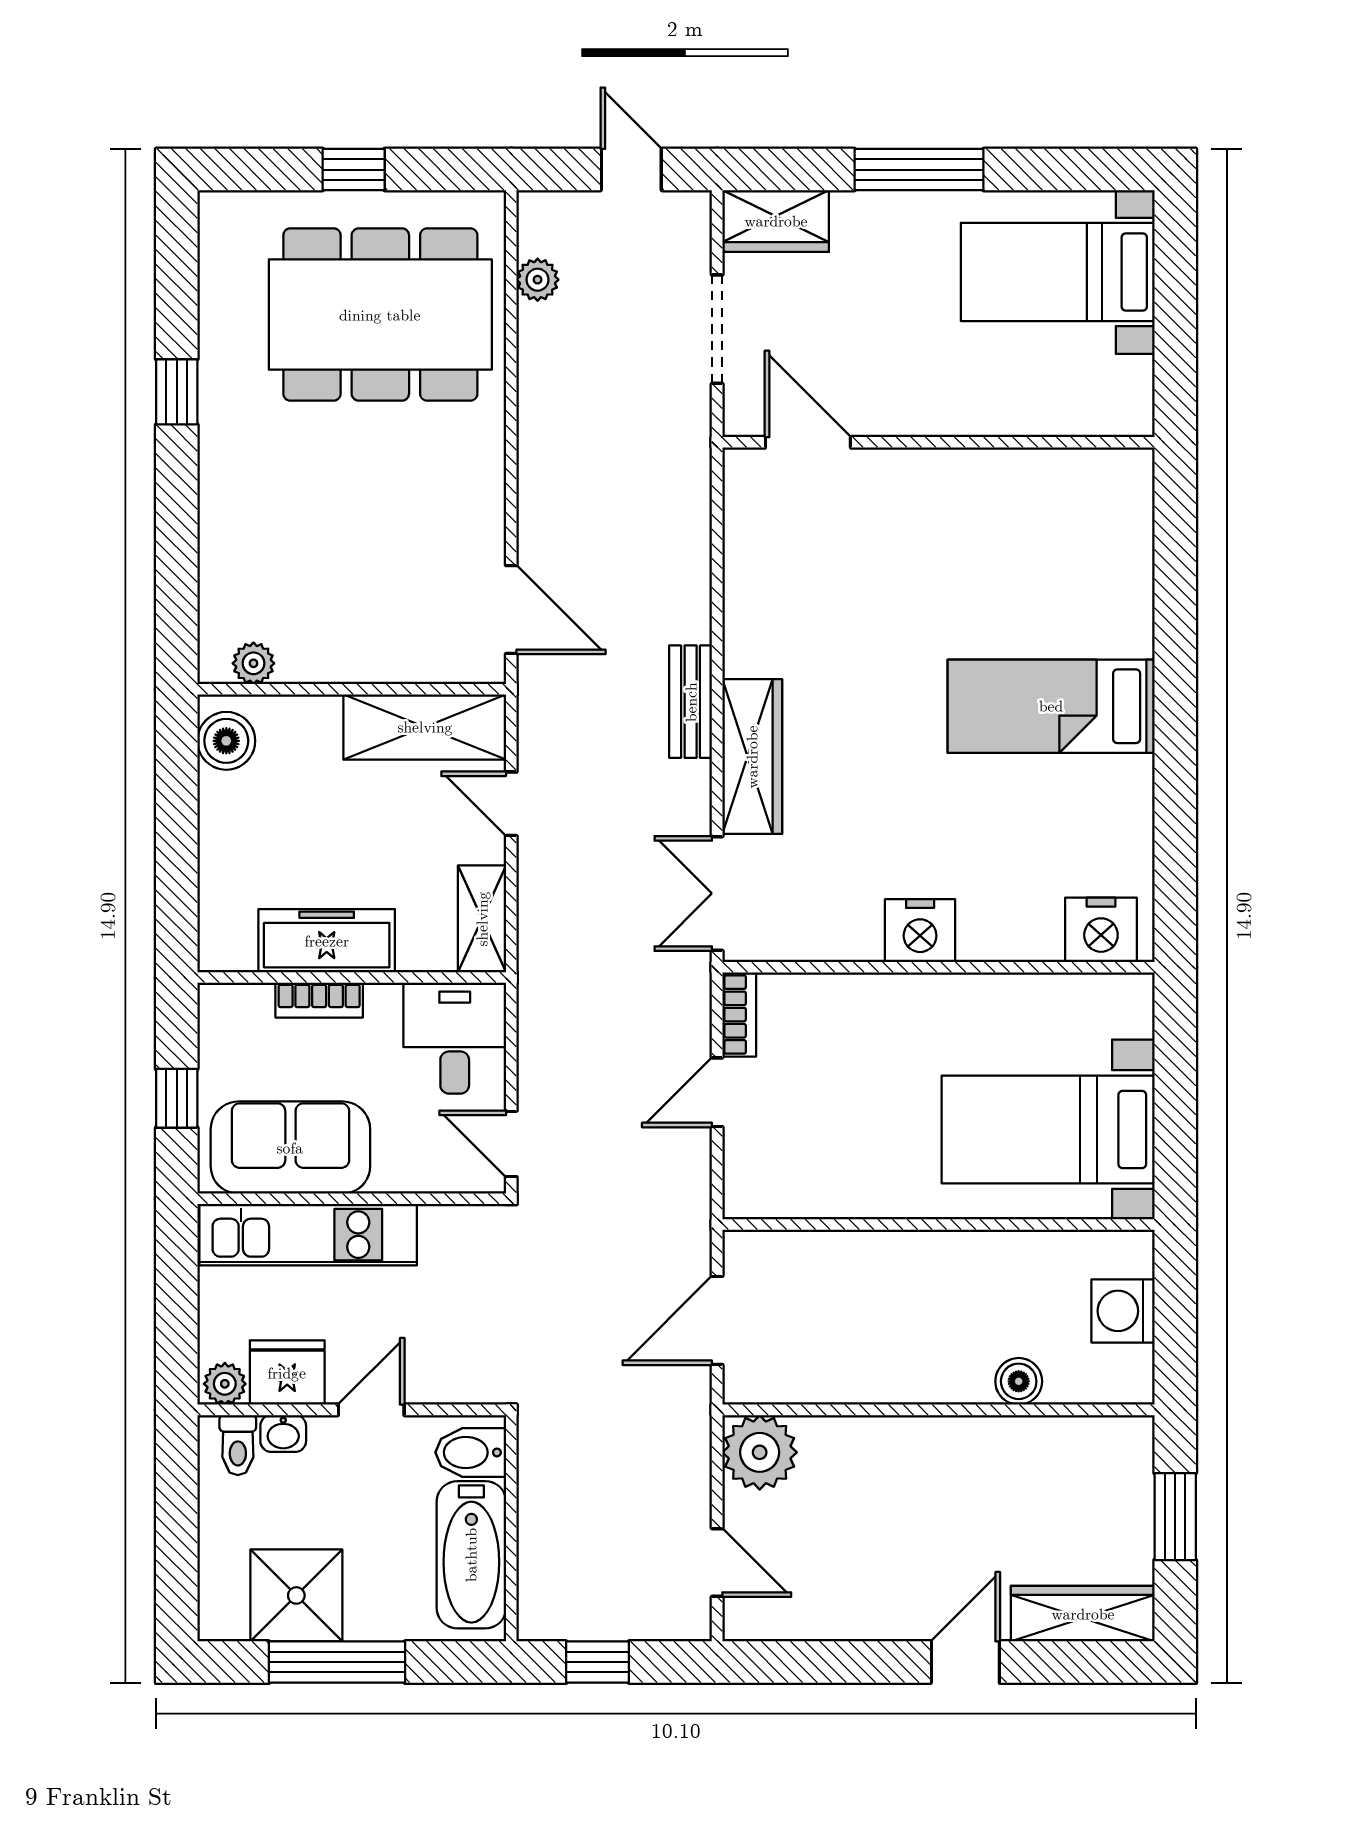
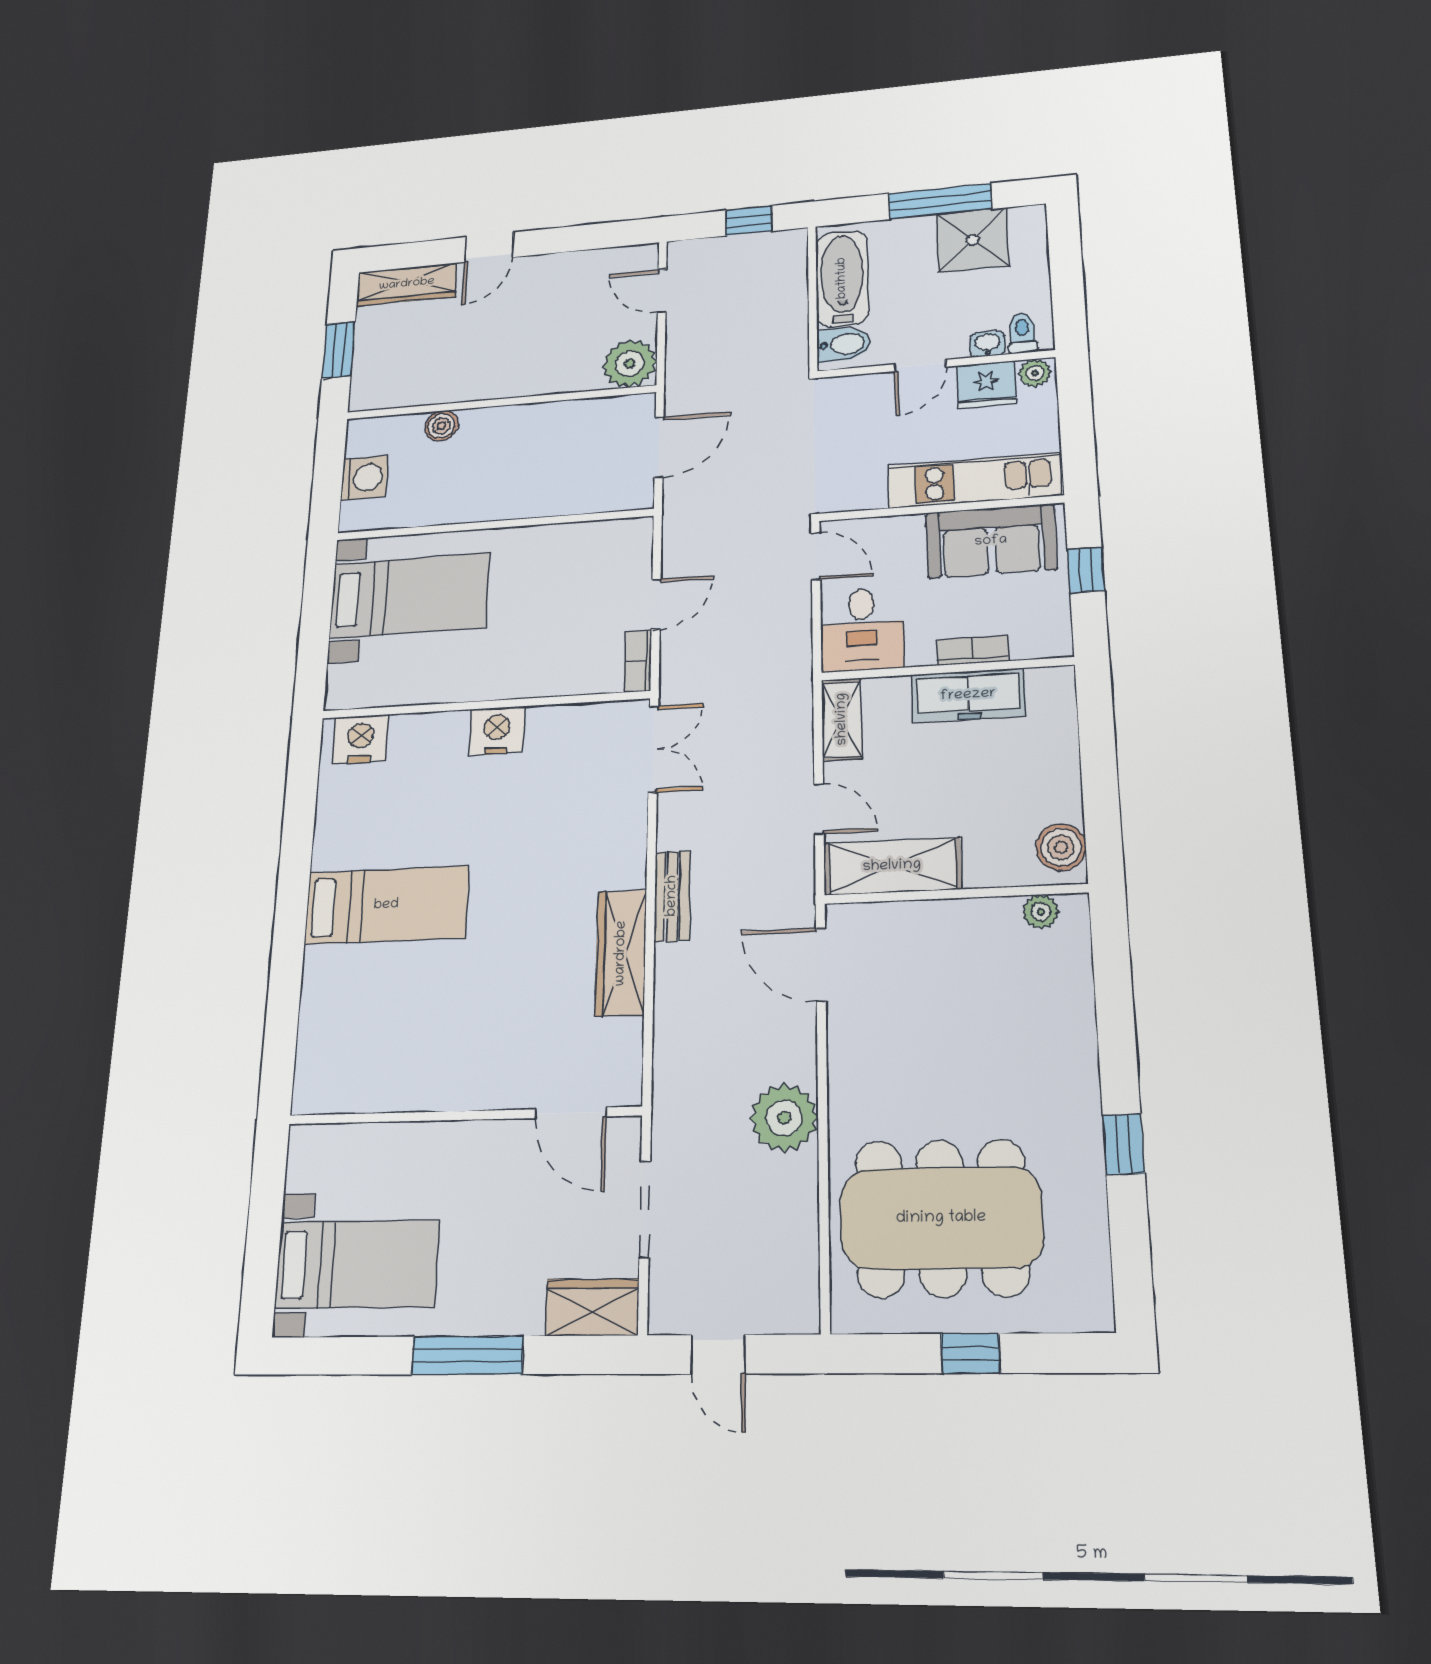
plant: (538, 280) -> (784, 1118), moved, width x1.87, depth x1.87
wardrobe: (752, 757) -> (621, 953), moved

